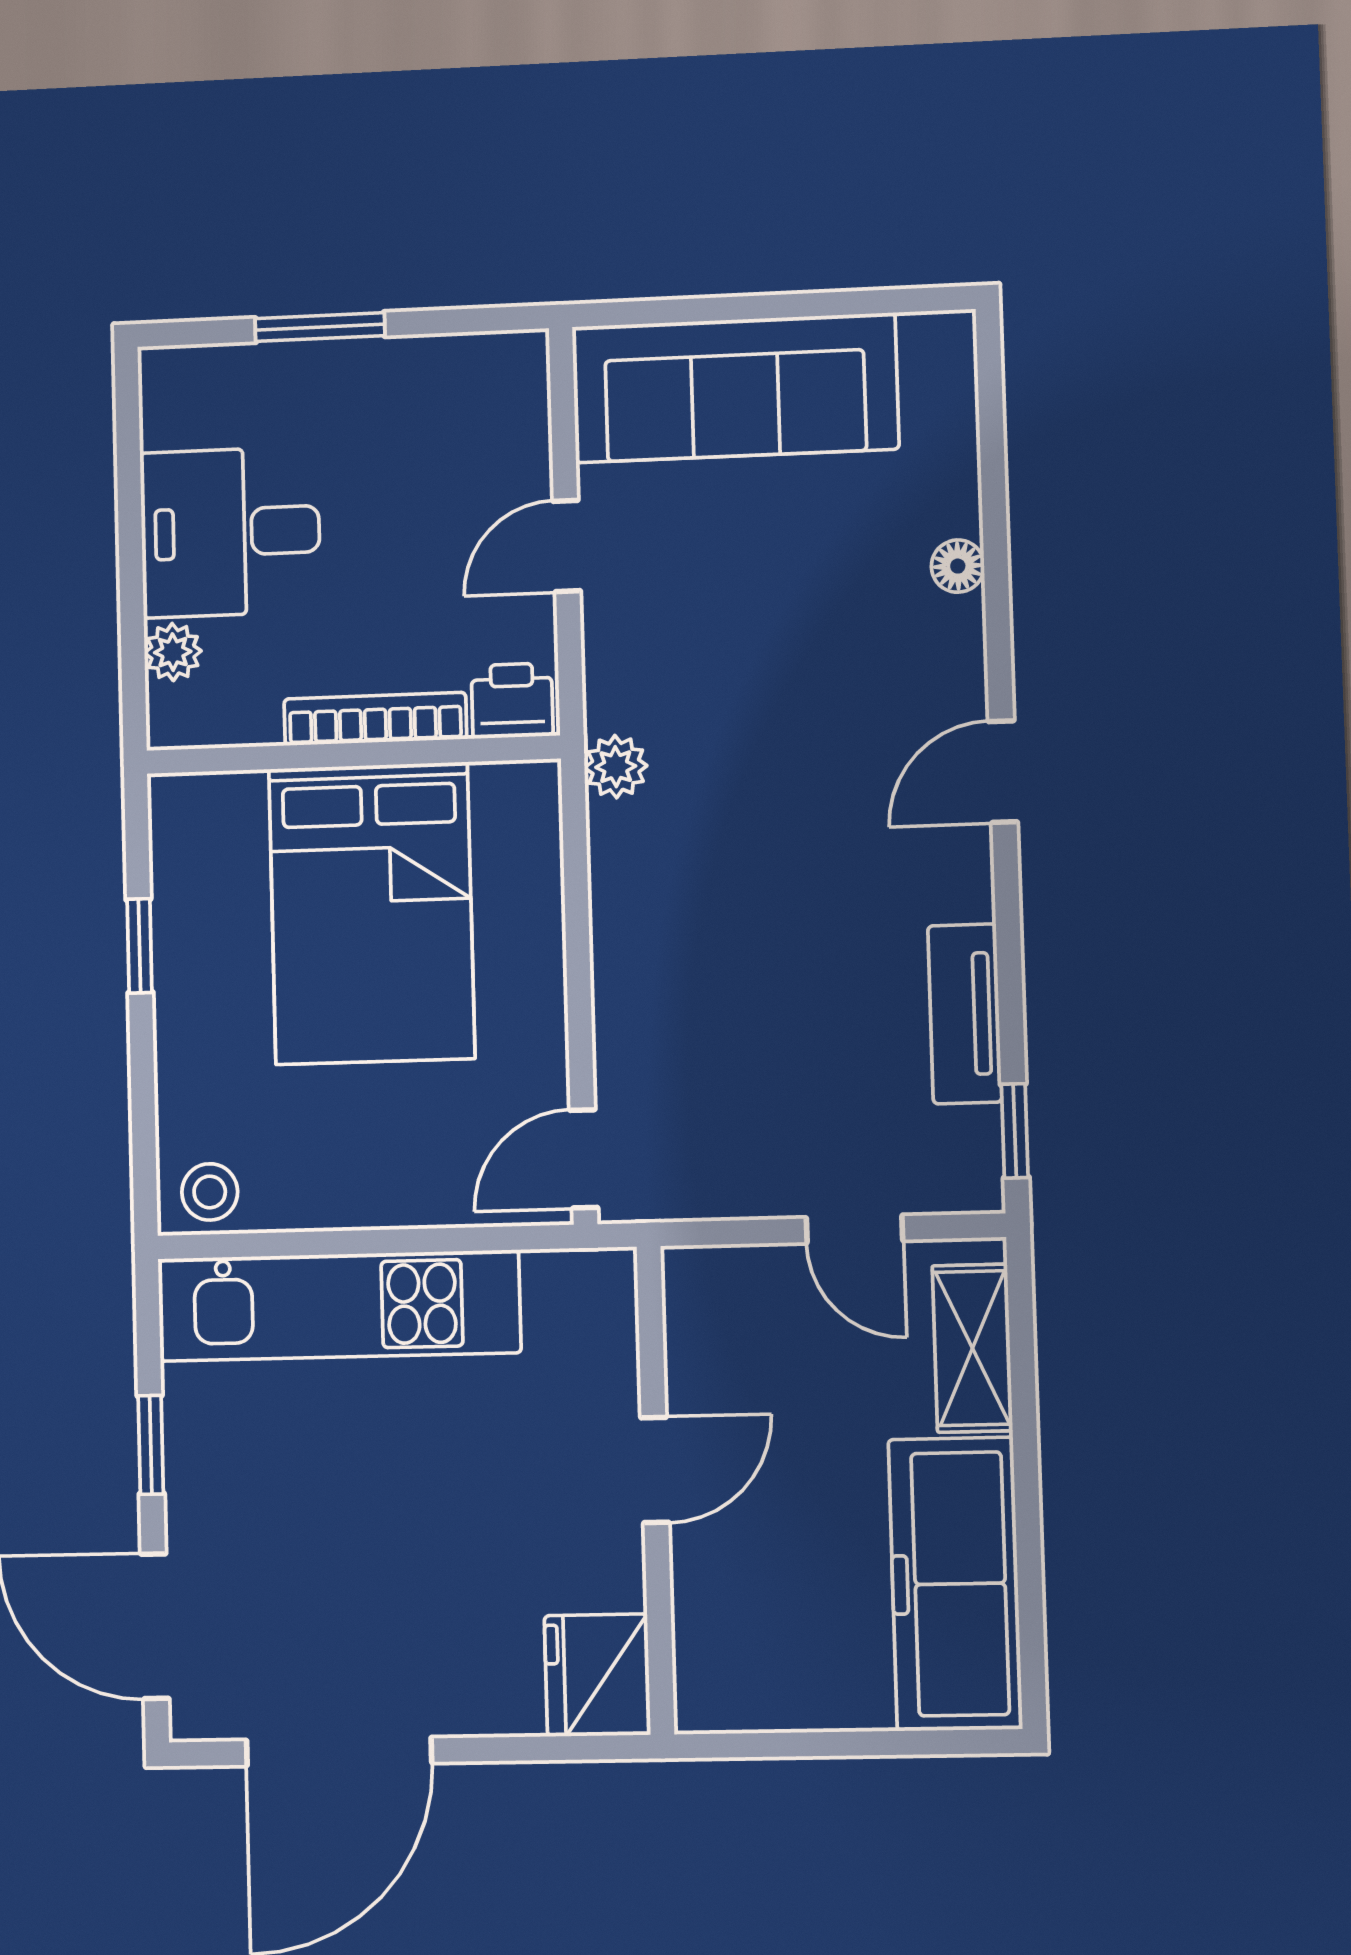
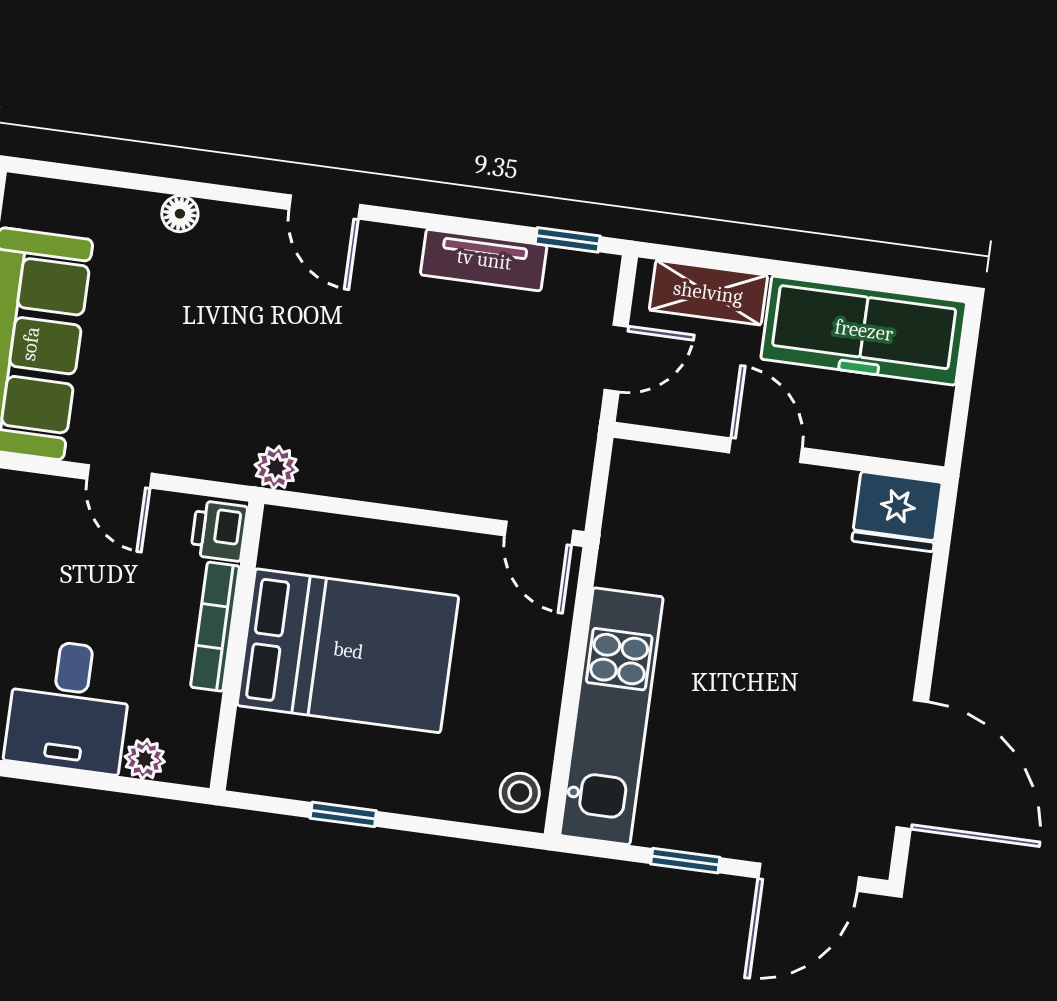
door: (655, 1470) -> (766, 450), moved
wall: (656, 1490) -> (779, 452), moved
fridge: (597, 1675) -> (897, 512), moved

